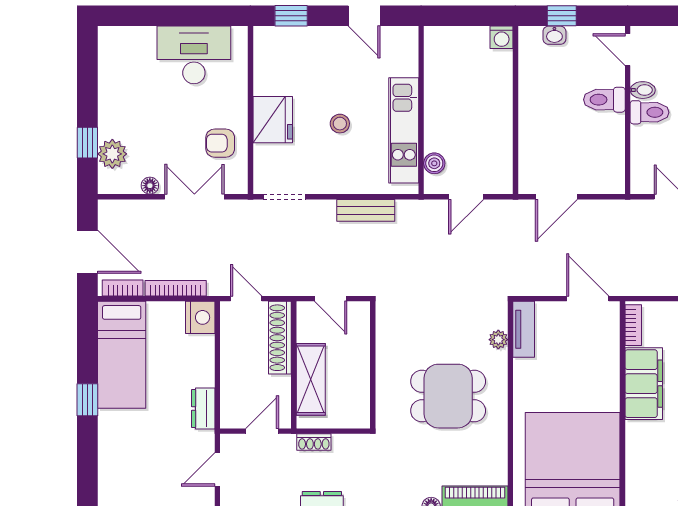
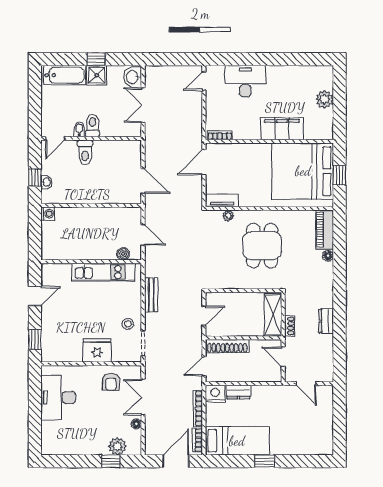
stool: (340, 124) -> (128, 324), moved
shelving: (311, 379) -> (273, 315), moved, turned 90
filing cabinet: (644, 384) -> (282, 129), moved
dresser: (203, 409) -> (238, 392), moved

